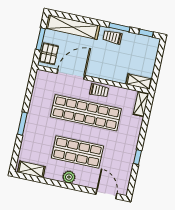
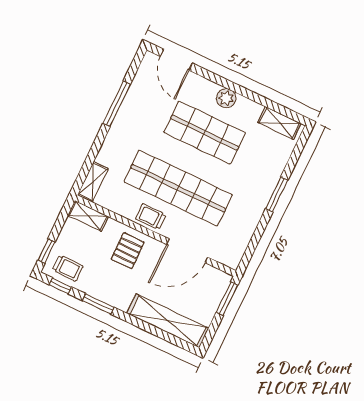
trolley: (112, 37) -> (68, 268), moved
window: (41, 39) -> (227, 299), moved
window: (160, 53) -> (46, 251), added
pallet: (49, 54) -> (128, 251), moved
window: (138, 157) -> (117, 104), width x2.17

